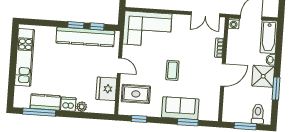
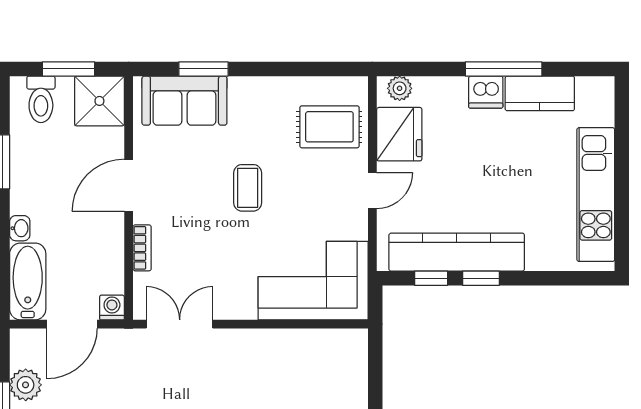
door: (119, 66) -> (372, 191), swing flipped
shower: (263, 76) -> (99, 101), moved
plant: (82, 107) -> (400, 88), moved
sofa: (180, 108) -> (184, 101), moved
window: (39, 112) -> (504, 69), moved
window: (139, 119) -> (318, 69), removed

